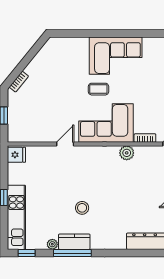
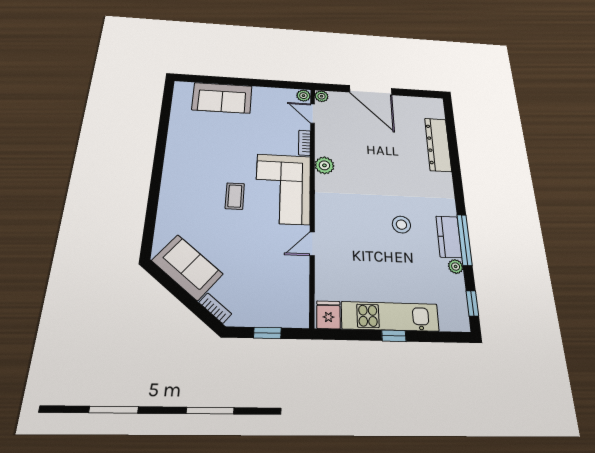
corner sofa: (116, 56) -> (189, 172), removed
sofa: (45, 61) -> (187, 267), added
door: (65, 144) -> (312, 244), hinge flipped
kitchen unit: (16, 217) -> (390, 316), moved

